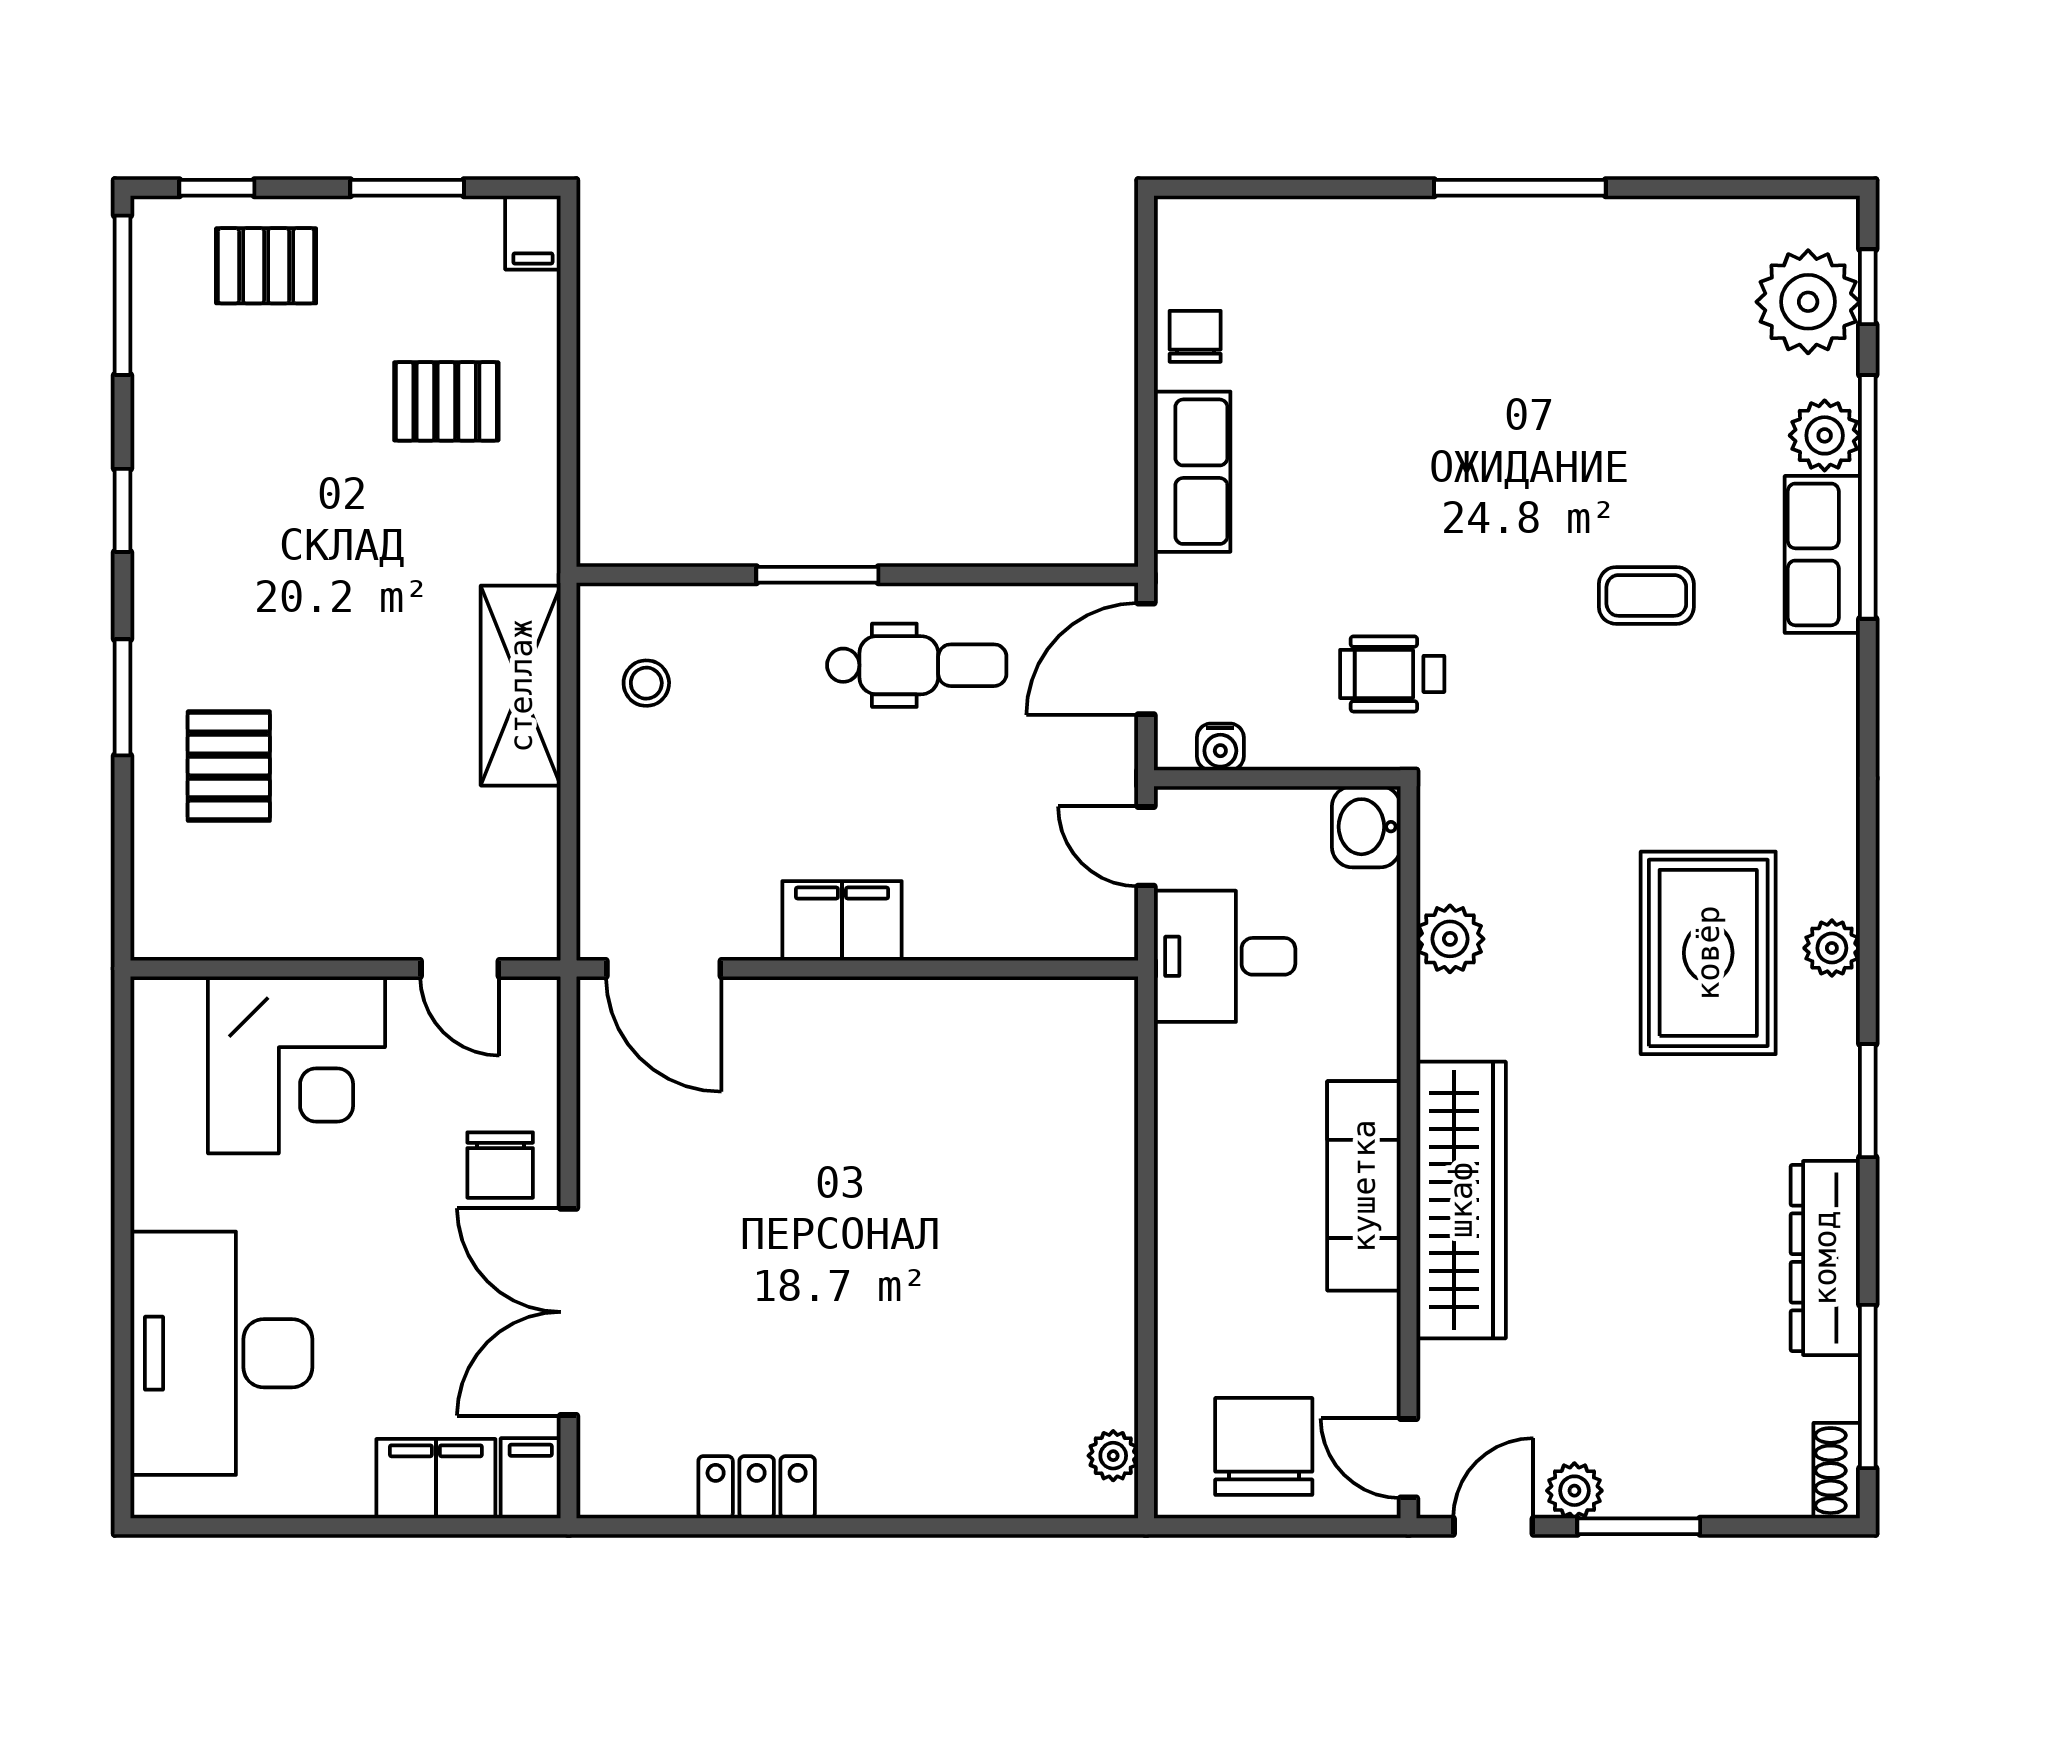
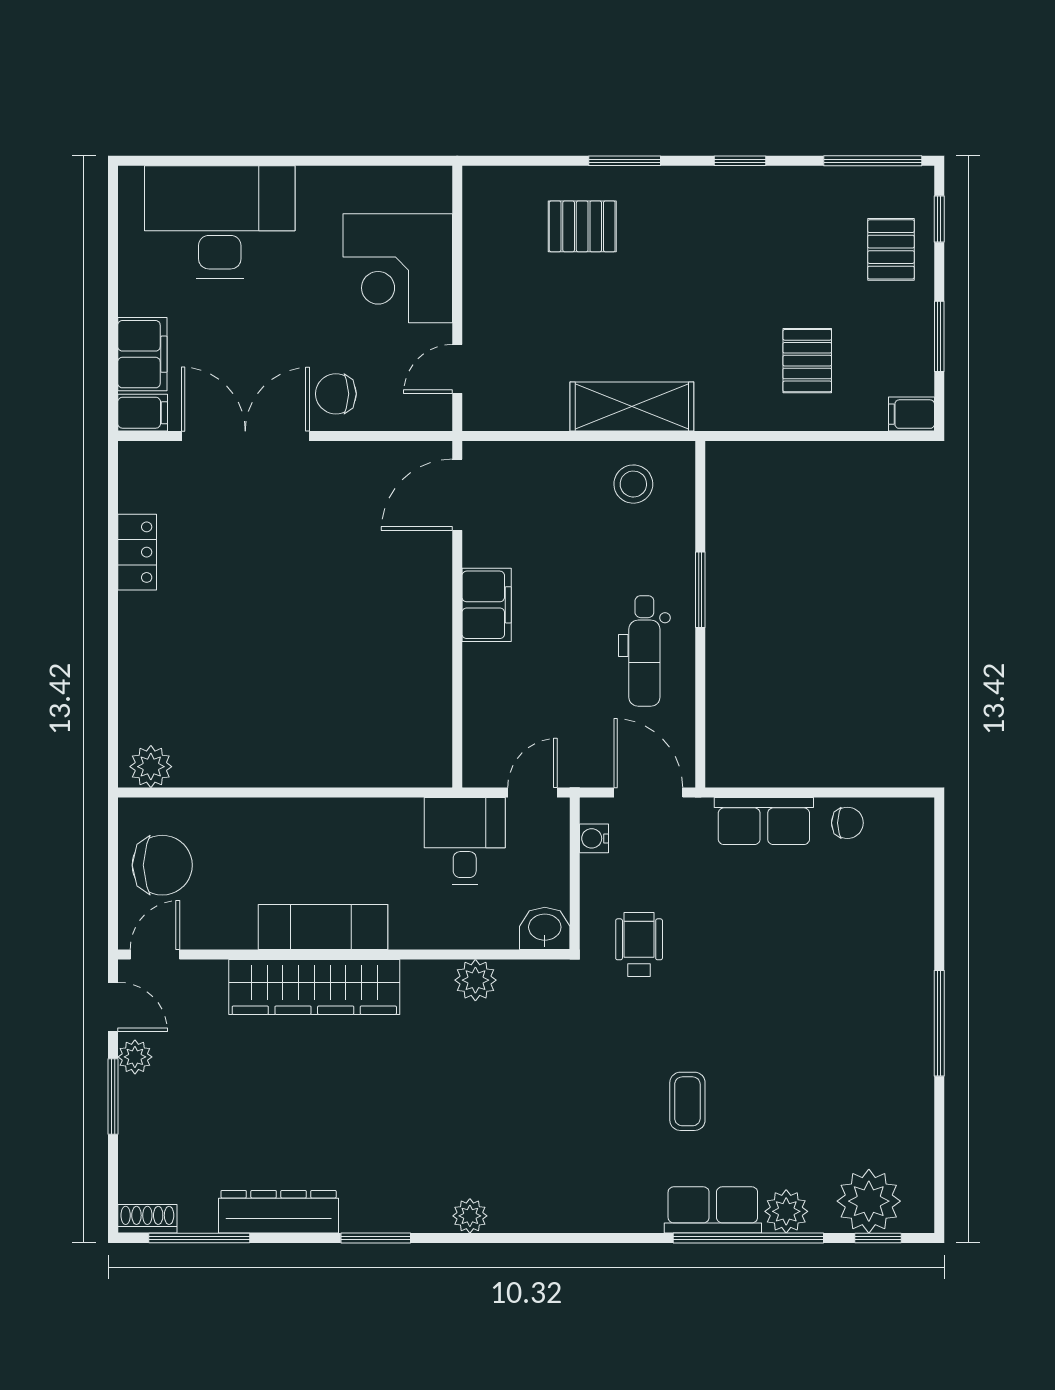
stool: (646, 683) -> (633, 484), width x1.37, depth x1.37
rug: (1708, 953) -> (467, 1140), removed
plant: (1113, 1456) -> (151, 767), width x1.38, depth x1.38

